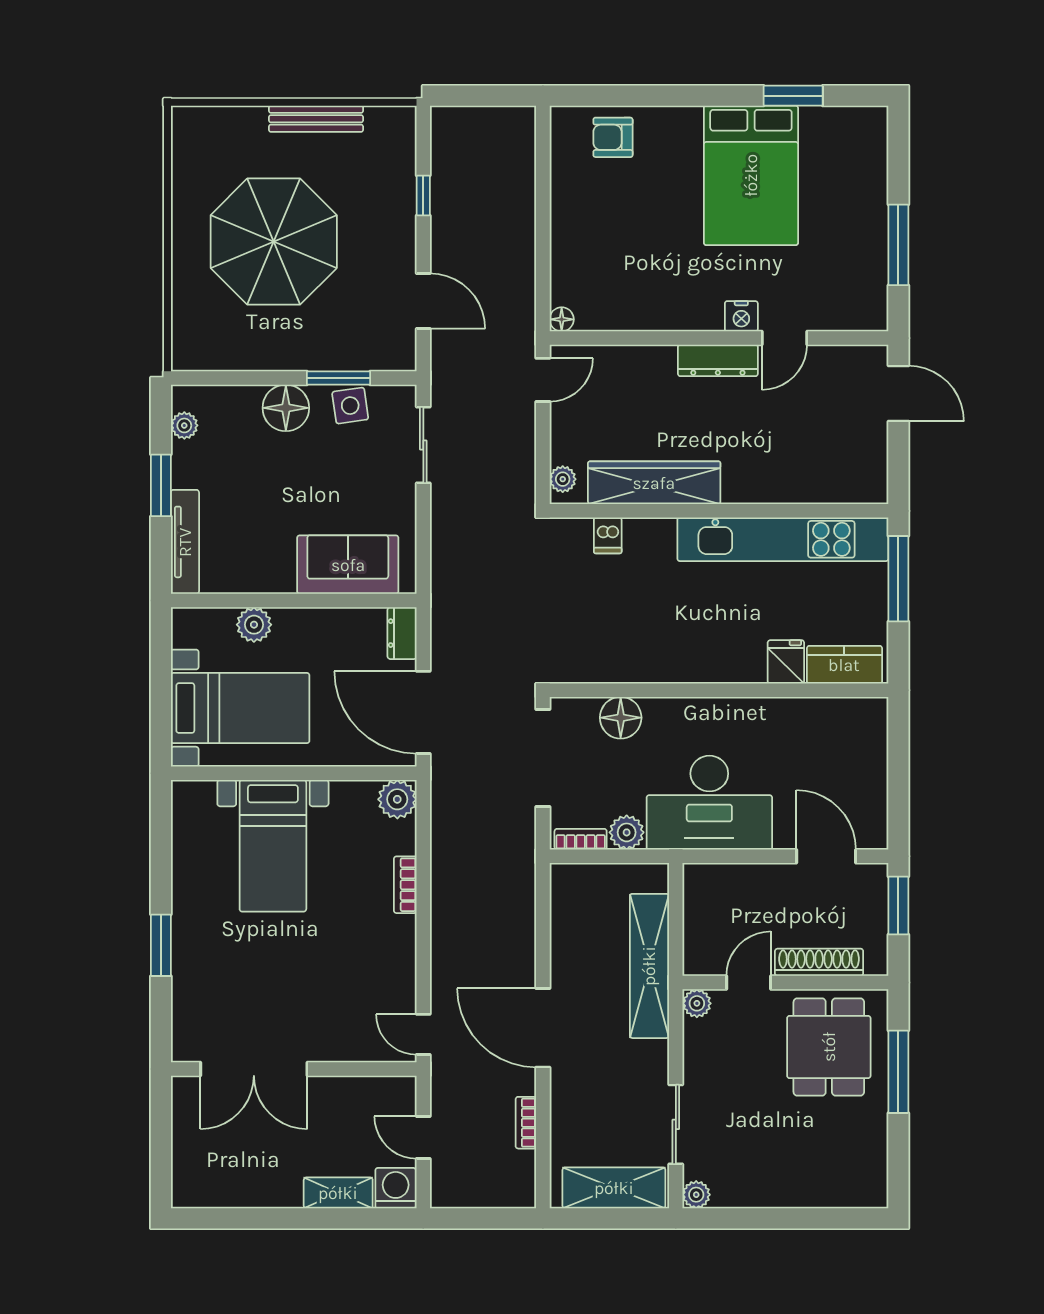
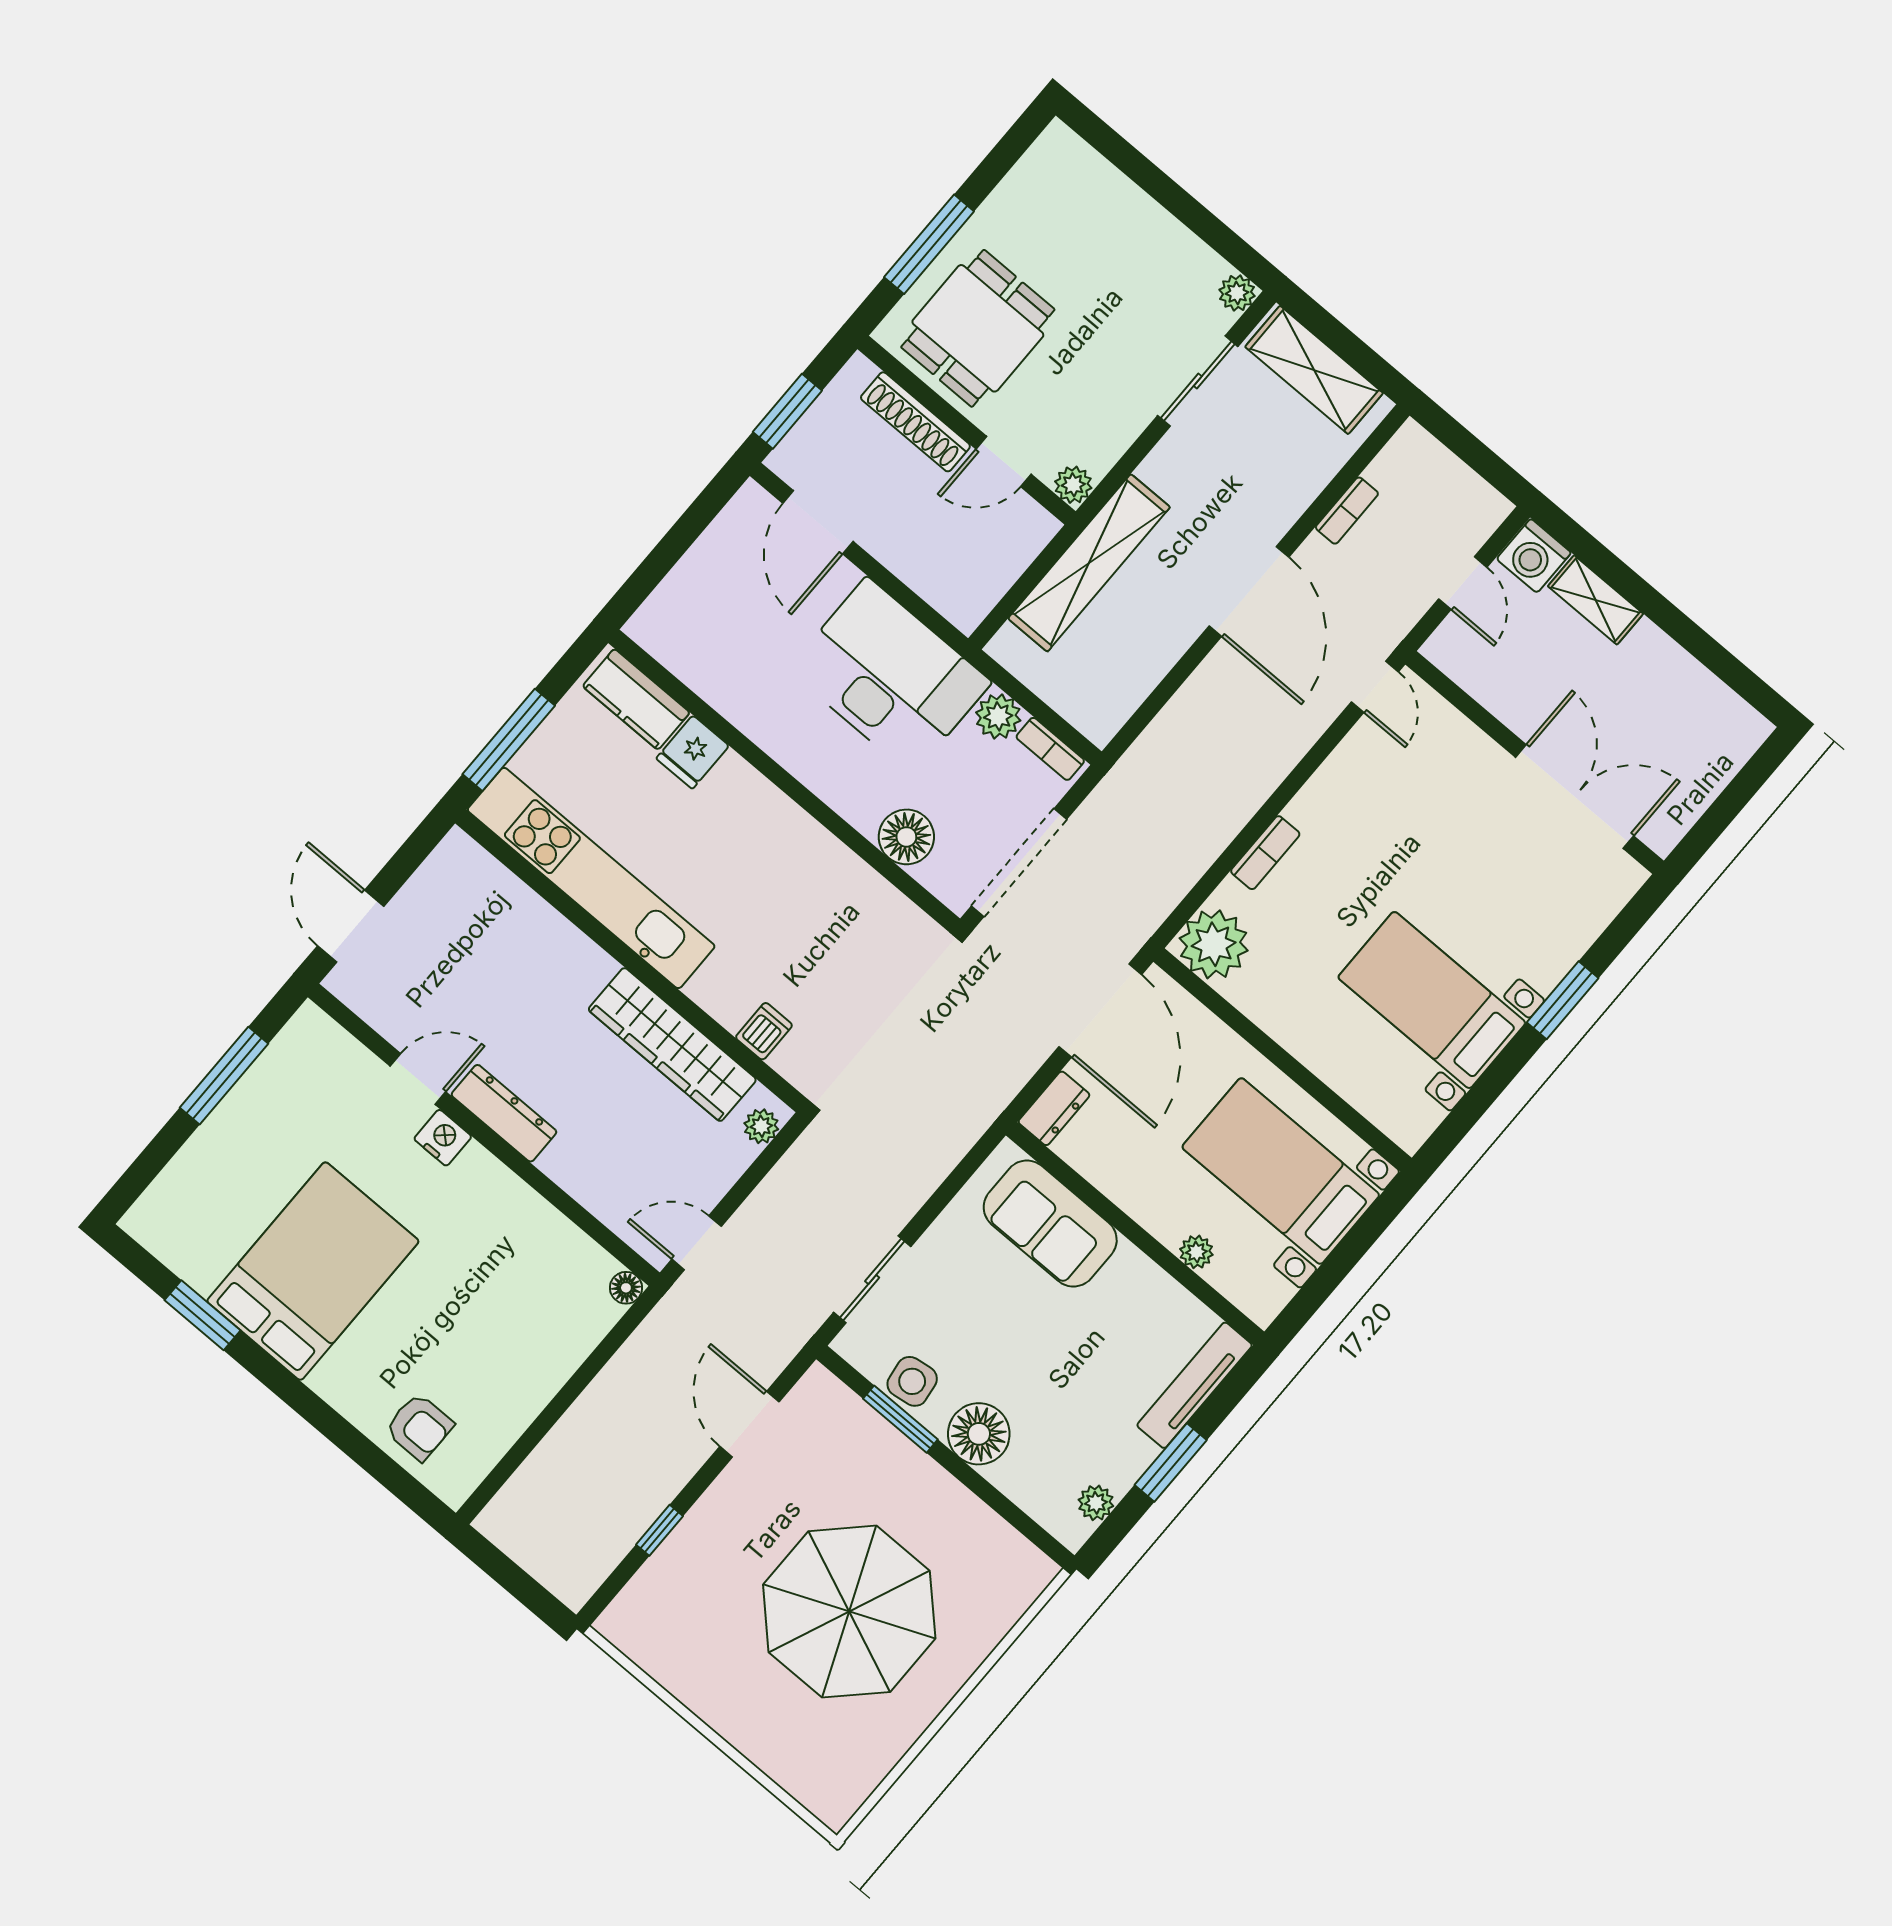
bench: (316, 119) -> (702, 1699), removed
plant: (254, 625) -> (1196, 1252), width x0.73, depth x0.73
plant: (397, 799) -> (1214, 944), width x1.36, depth x1.36
bed with nightstands: (273, 846) -> (1432, 1000), moved, turned -90

